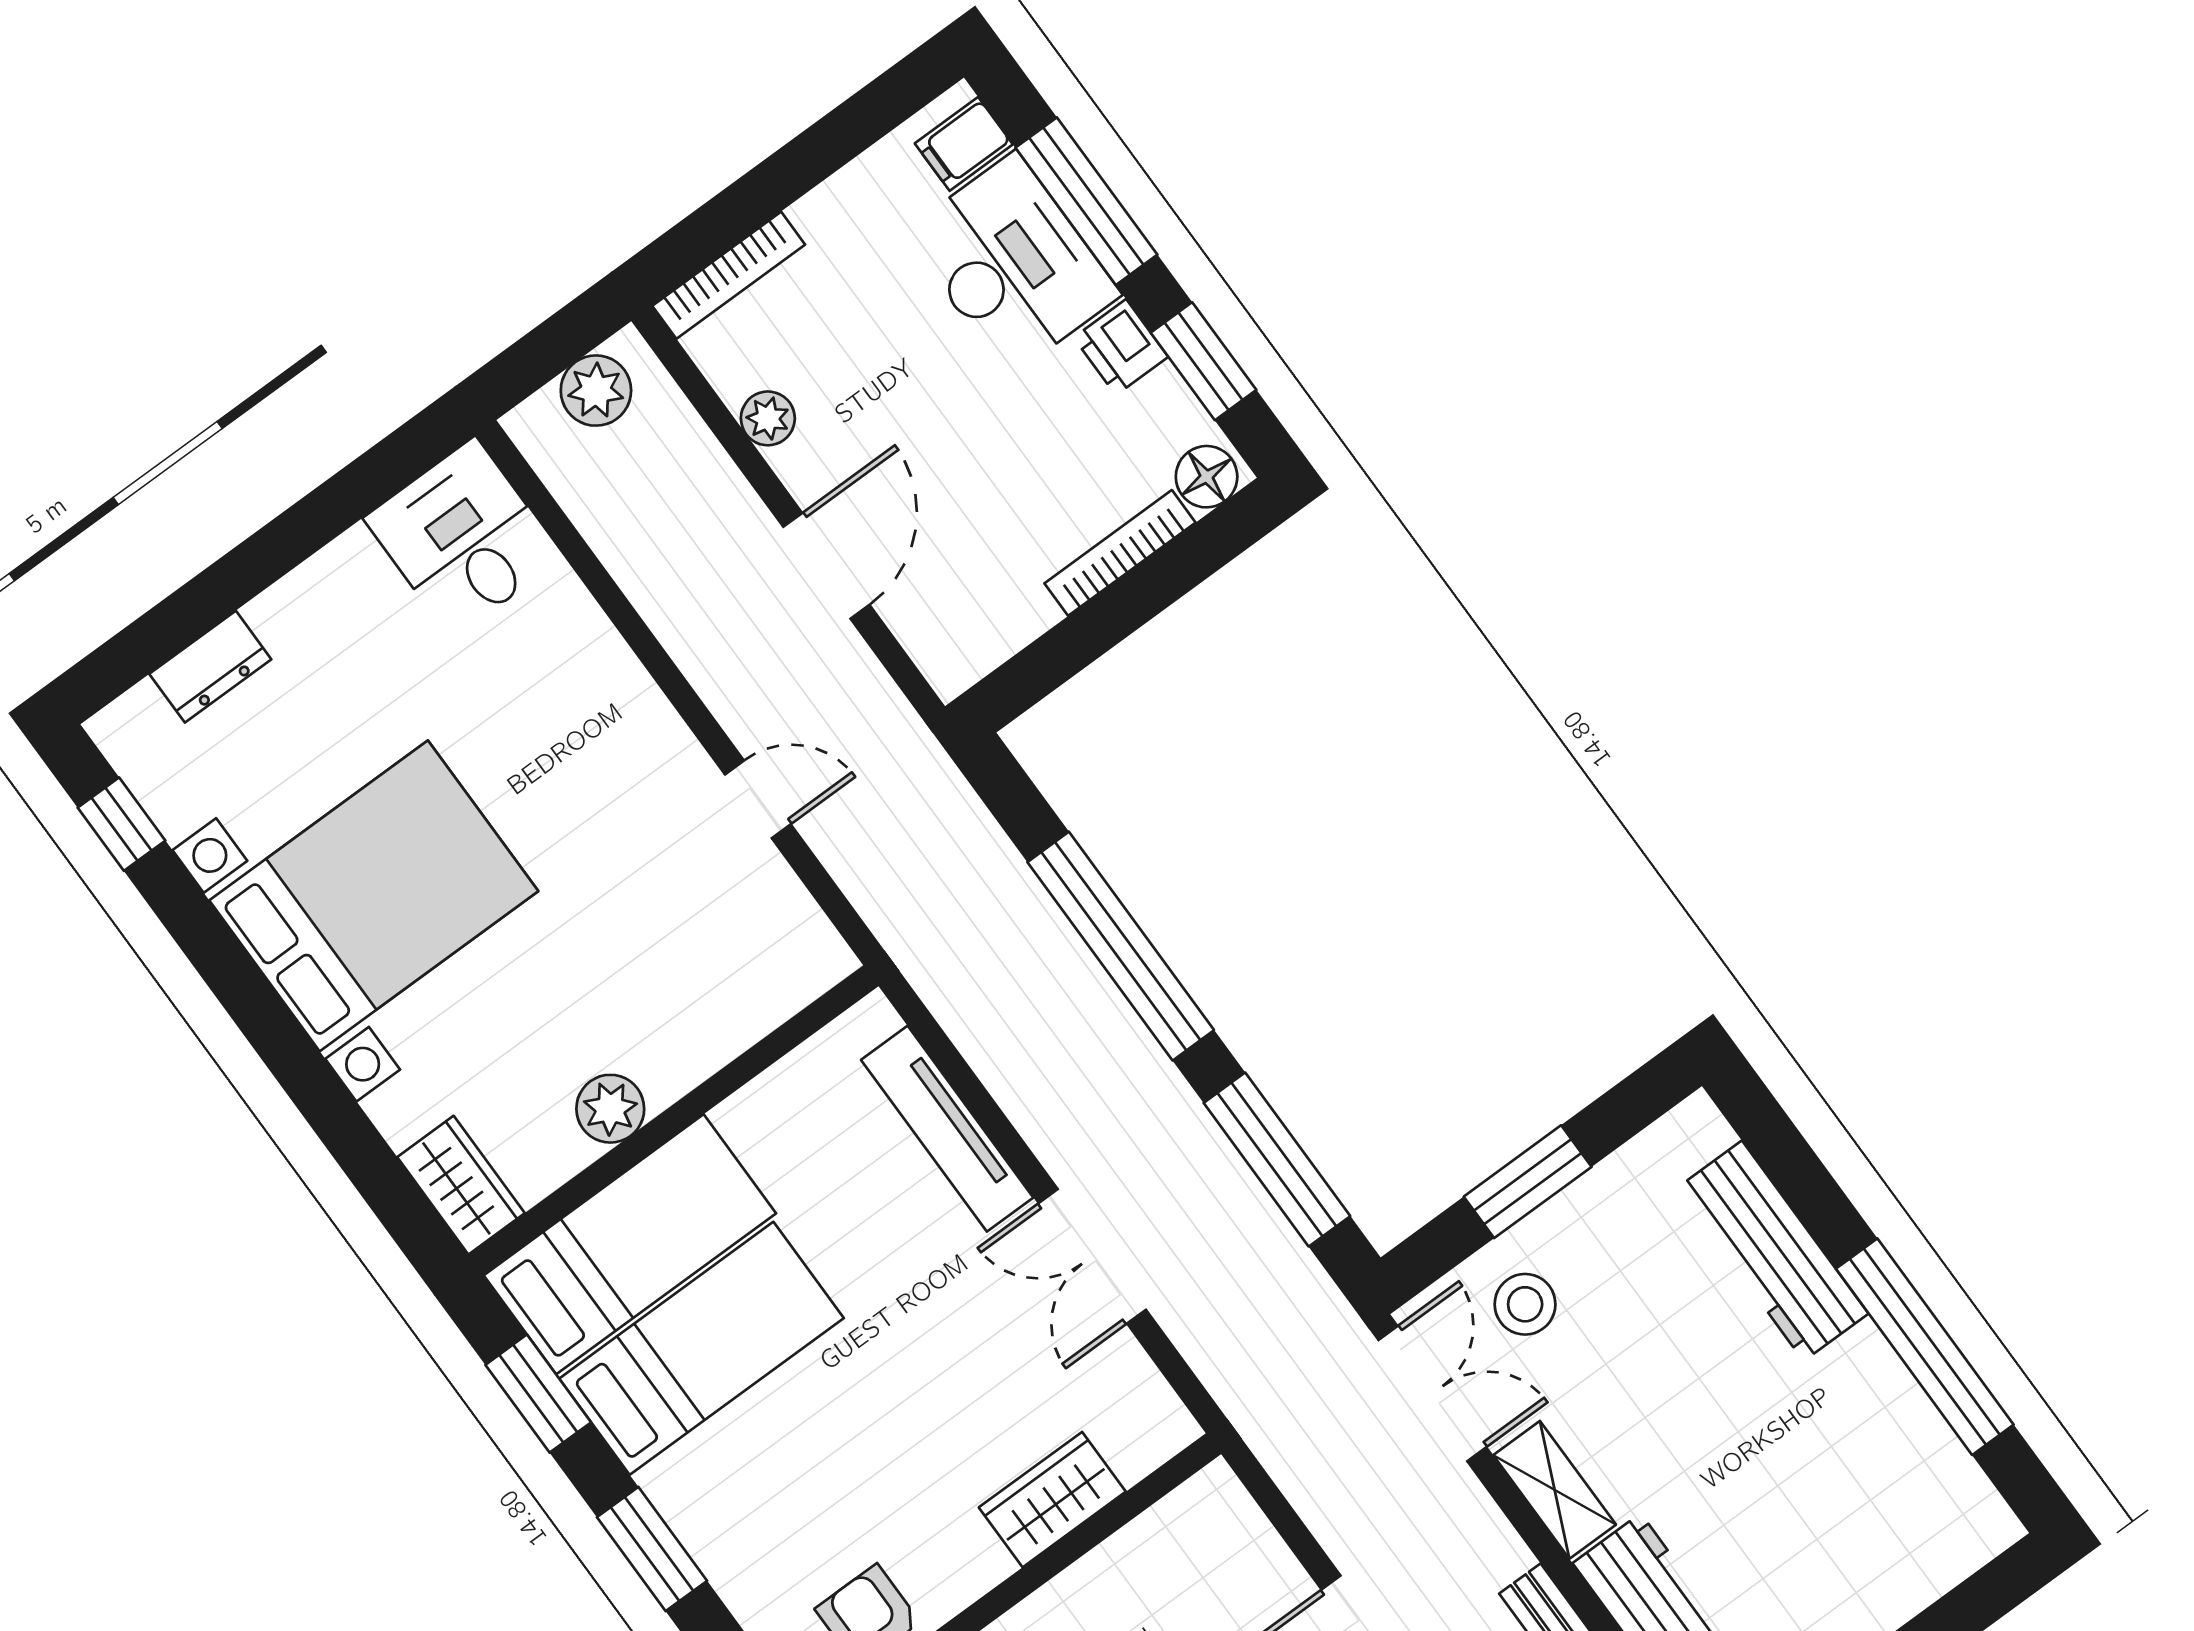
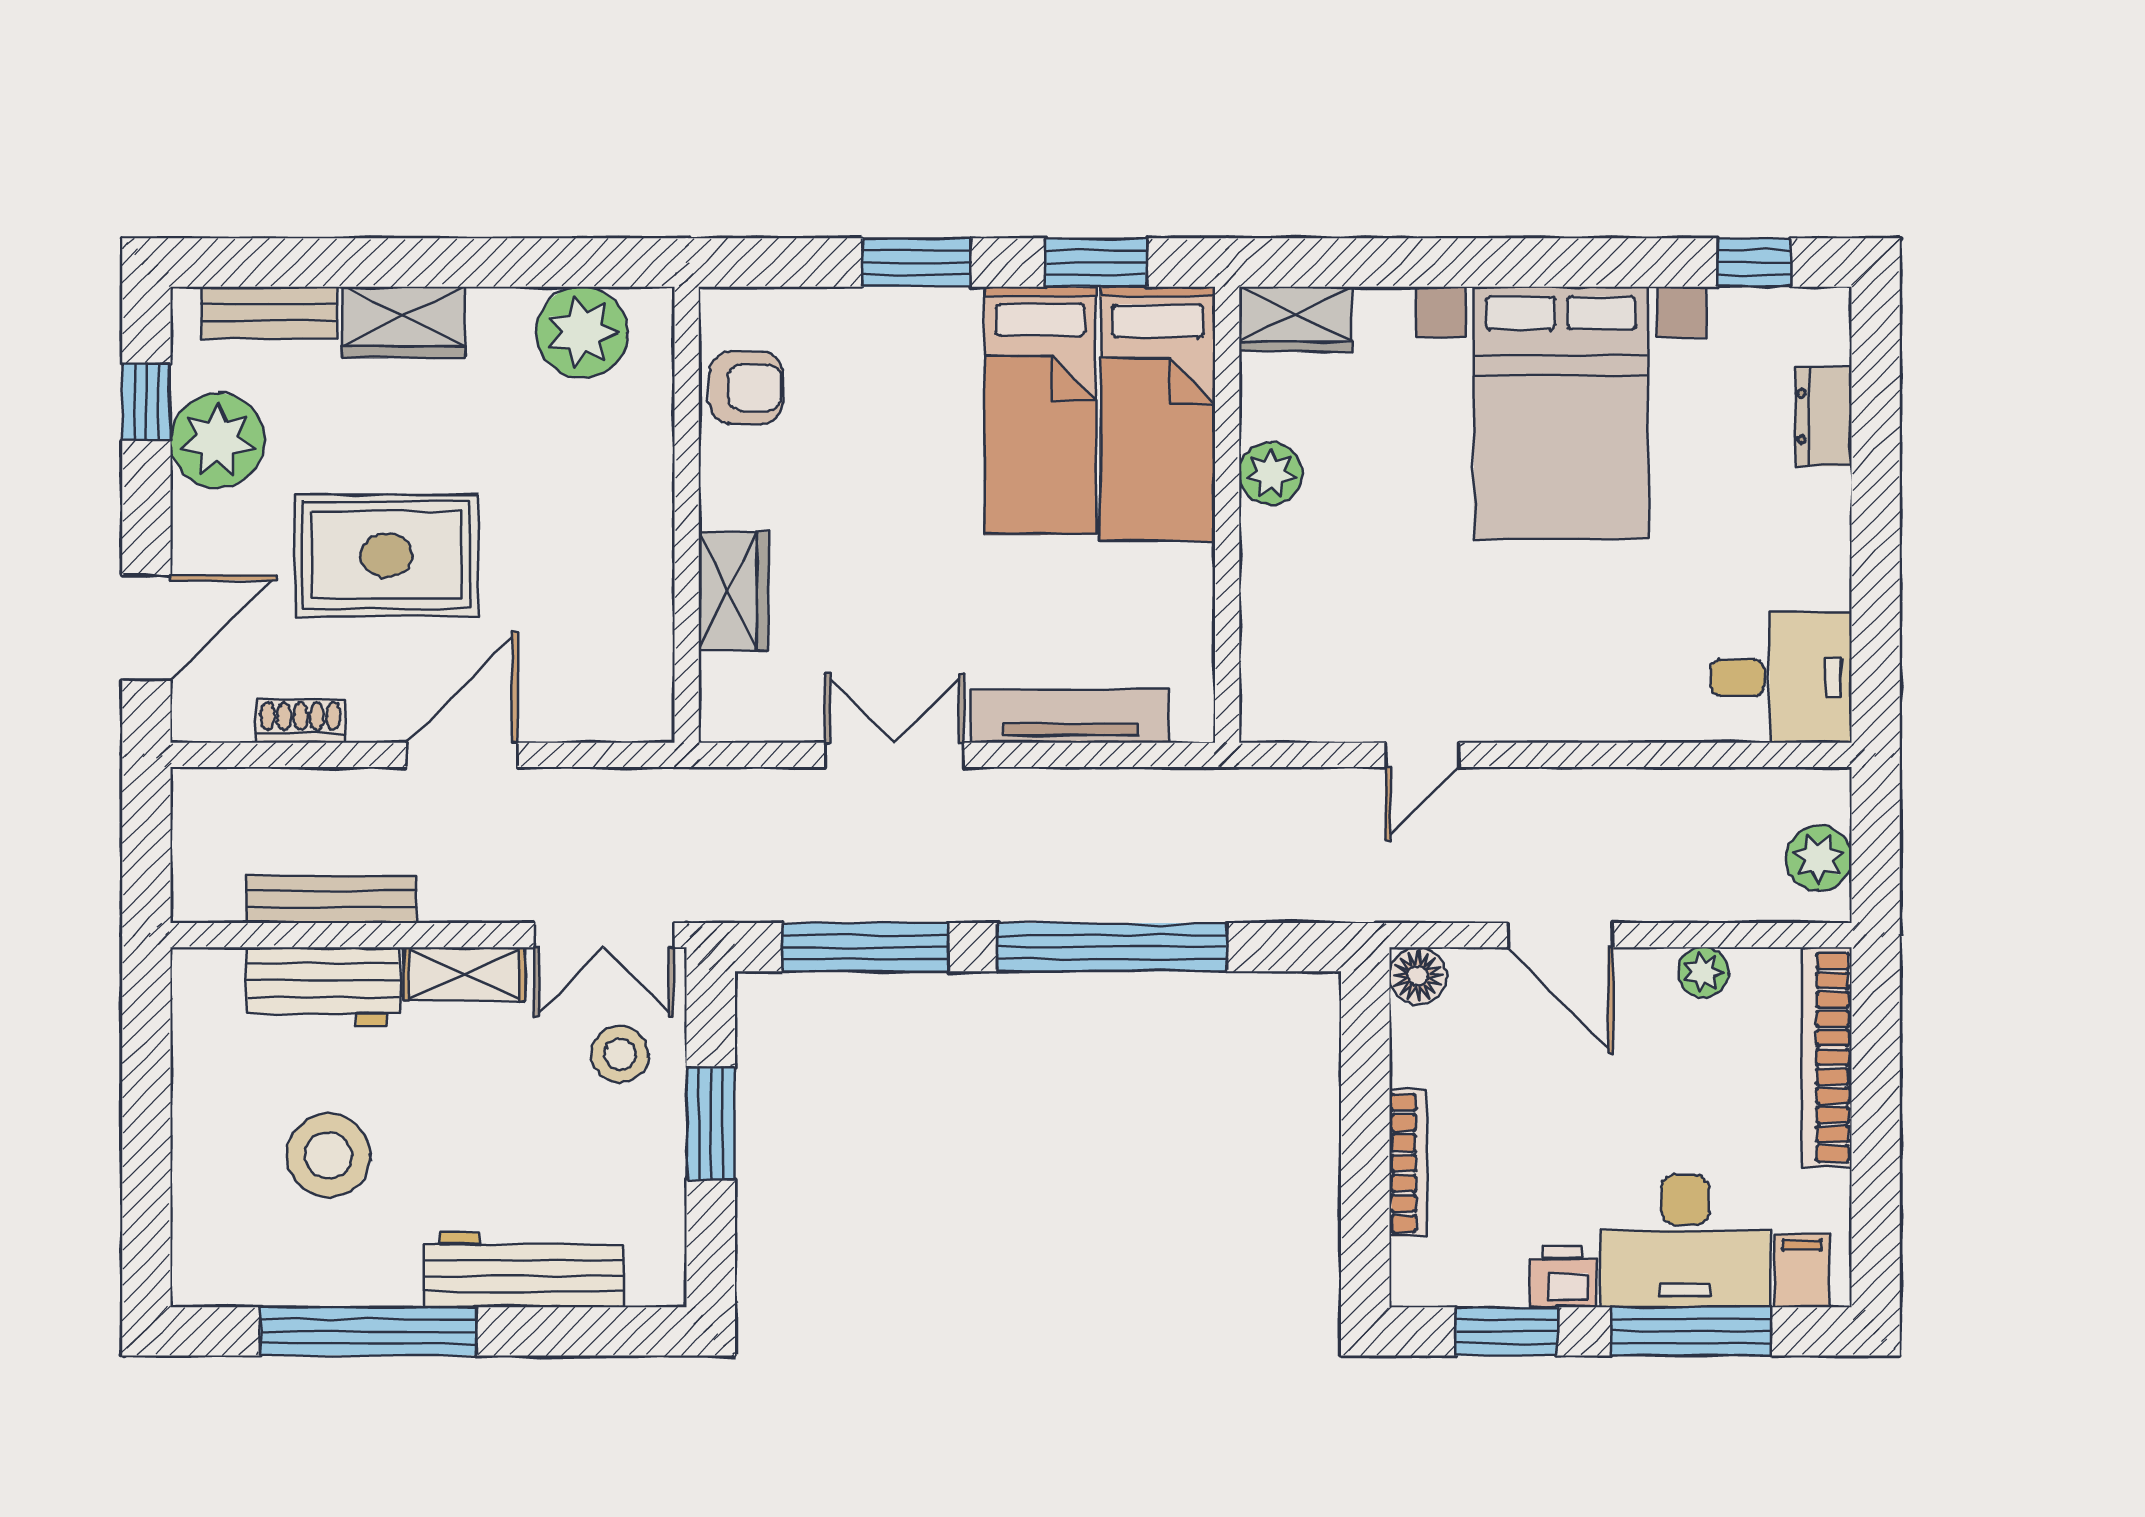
bookcase: (729, 275) -> (1827, 1057), width x1.48, depth x1.31
floor lamp: (1207, 477) -> (1418, 976), moved
stool: (1798, 1493) -> (328, 1155), added

